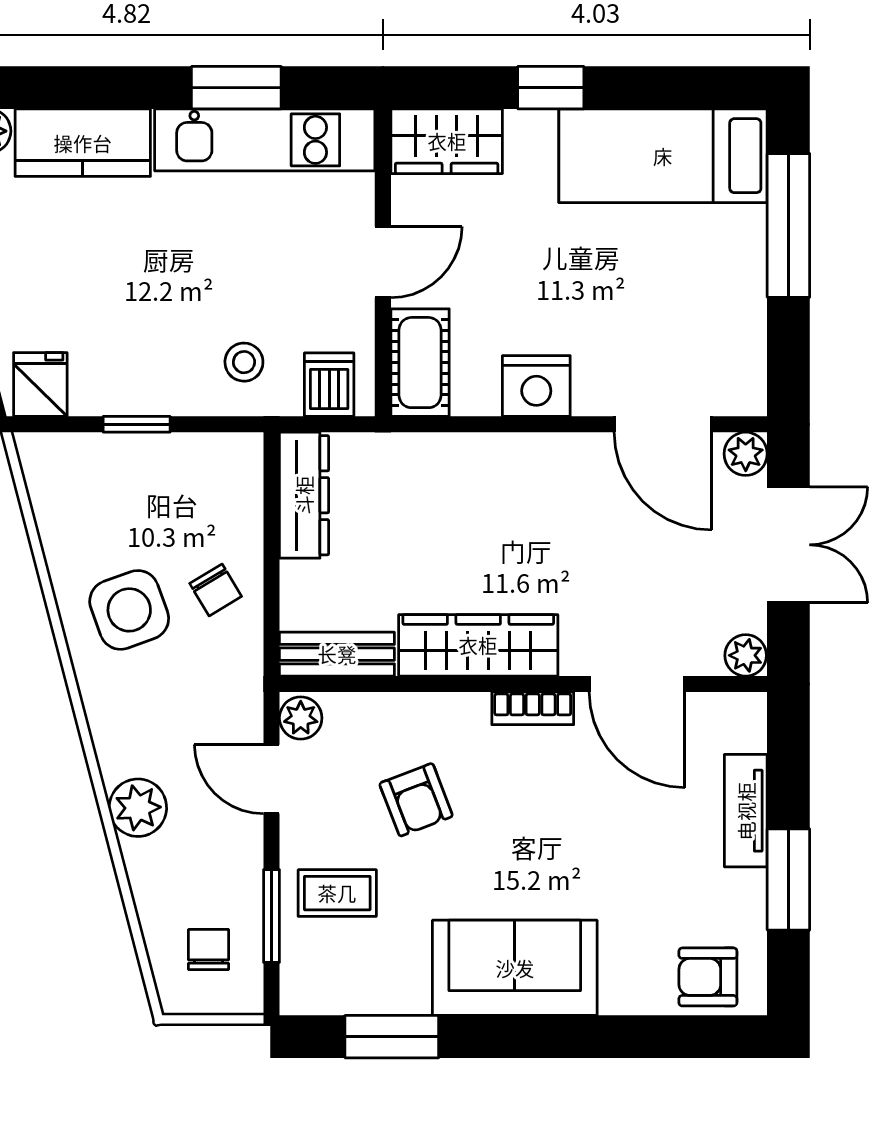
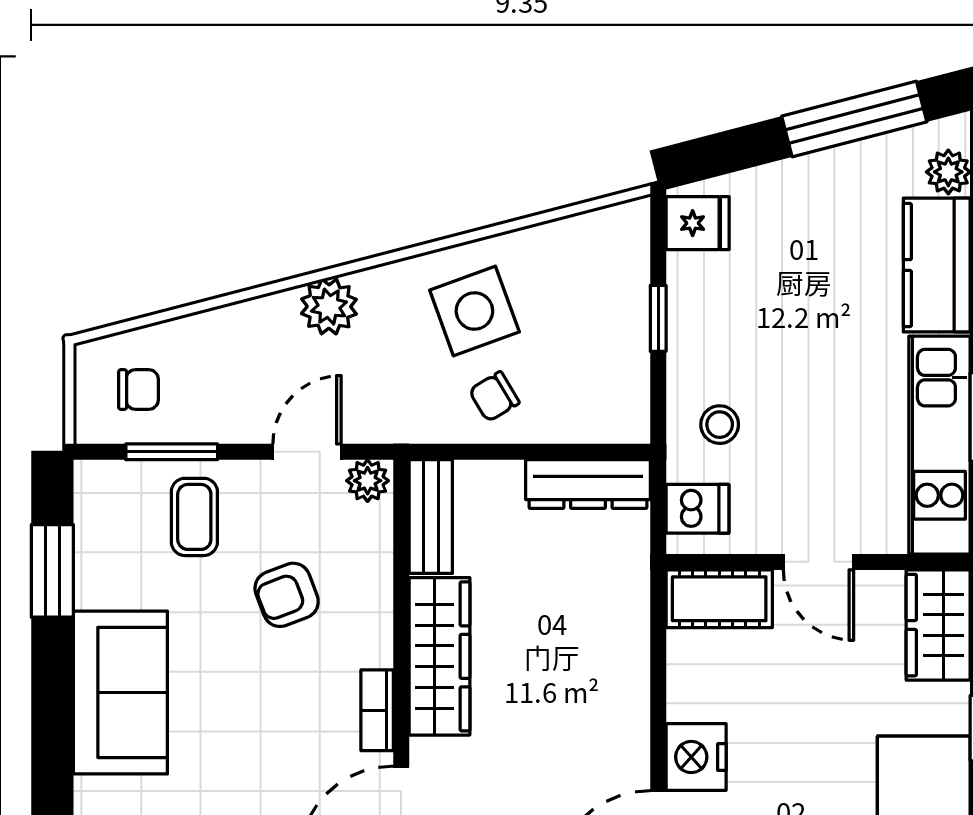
nightstand: (536, 386) -> (696, 757), moved
plant: (138, 808) -> (329, 307), moved

